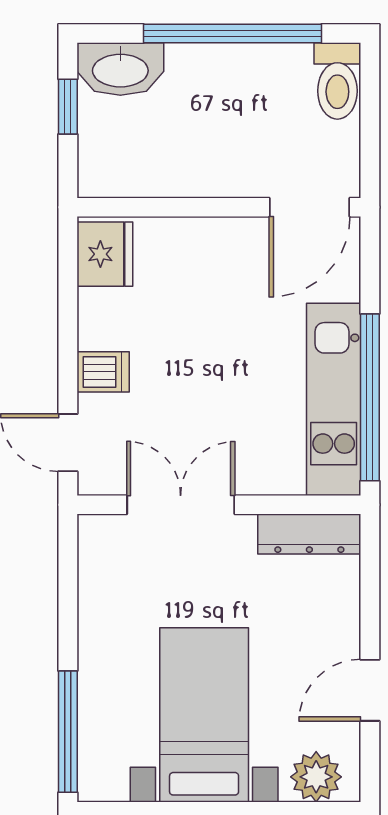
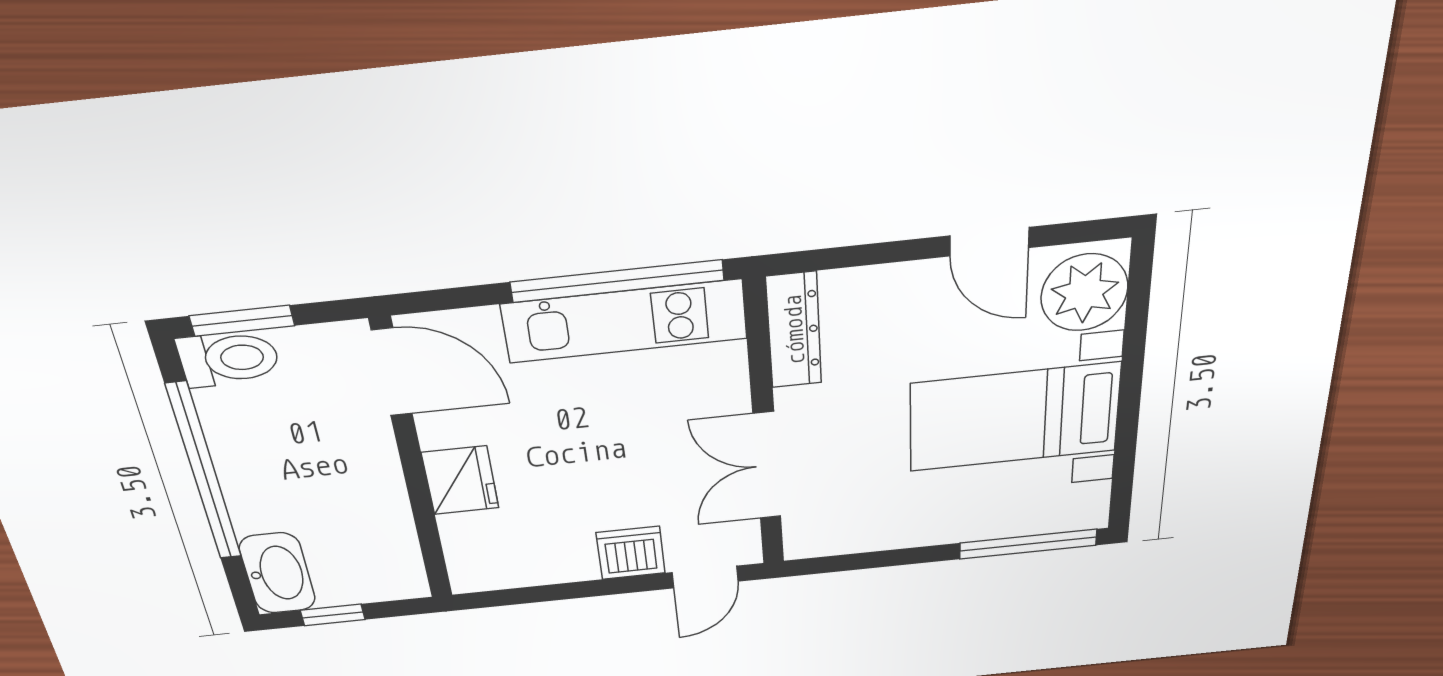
window: (370, 100) -> (242, 321), added
fridge: (105, 254) -> (460, 480), moved, turned 90
dishwasher: (103, 372) -> (631, 553), width x1.38
plant: (316, 777) -> (1084, 293), width x1.36, depth x1.36

